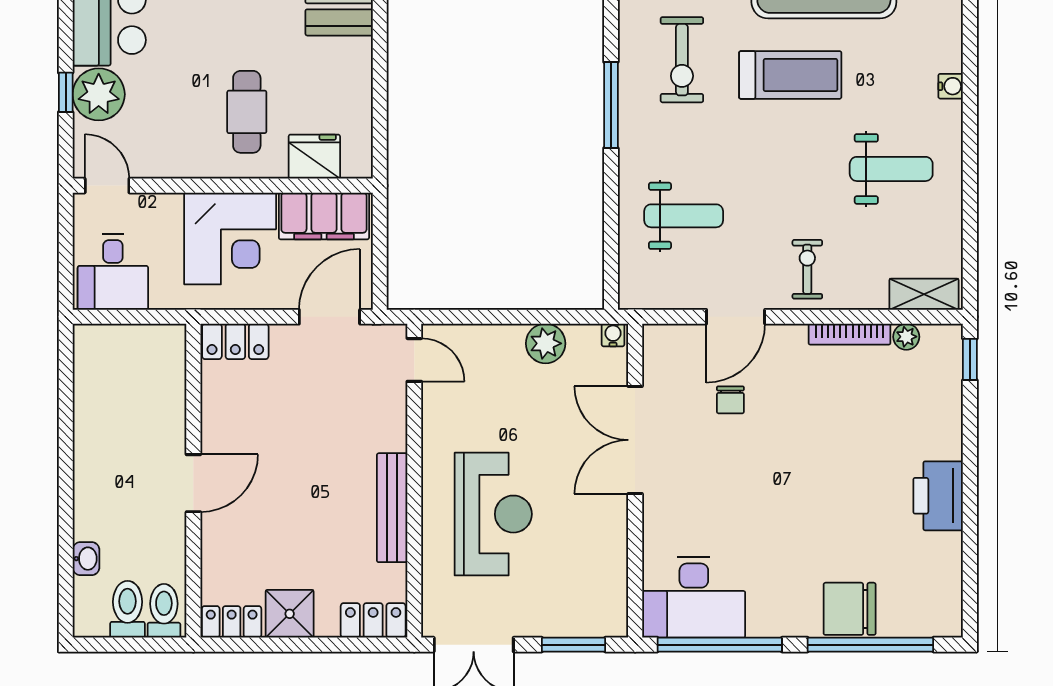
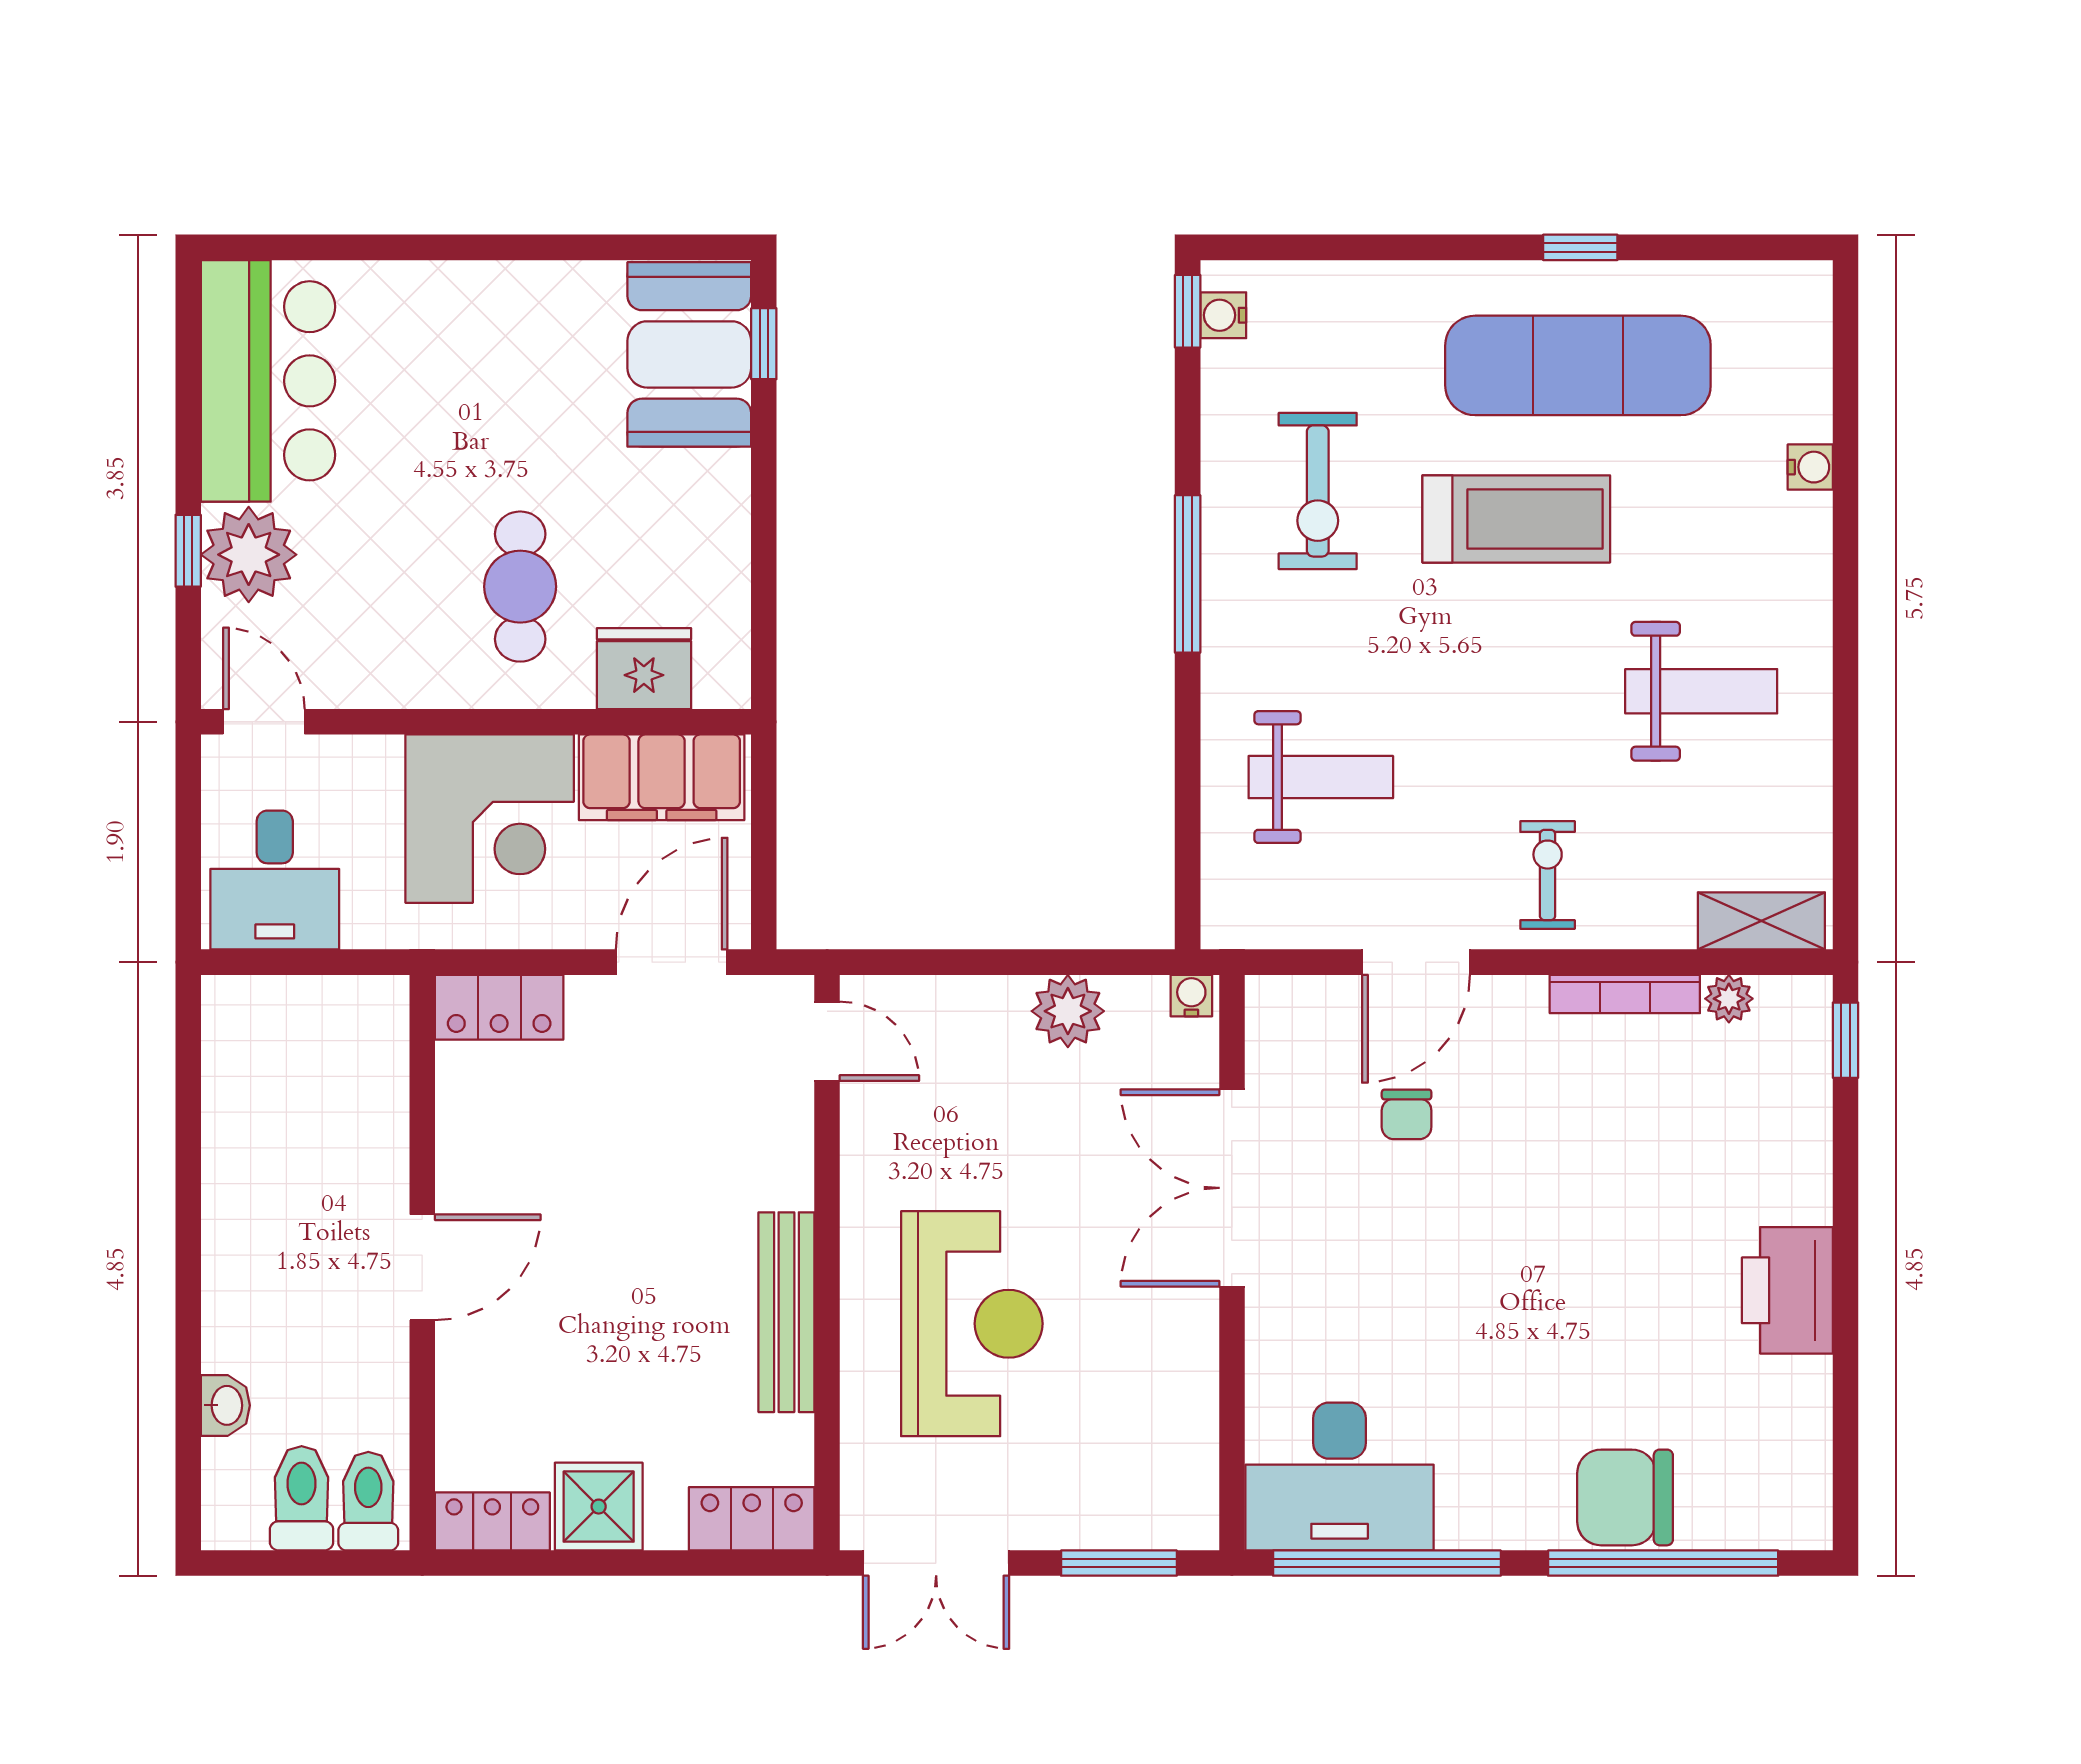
water cooler: (951, 86) -> (1810, 467), moved

